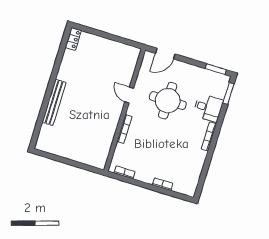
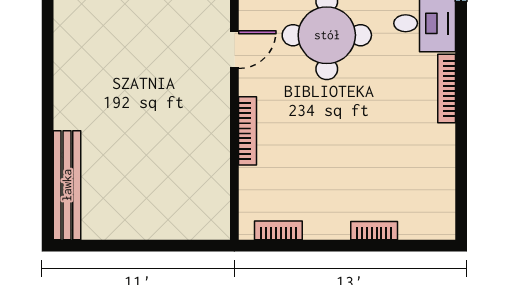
door: (129, 95) -> (234, 50), swing flipped
bench: (54, 102) -> (67, 185), moved

